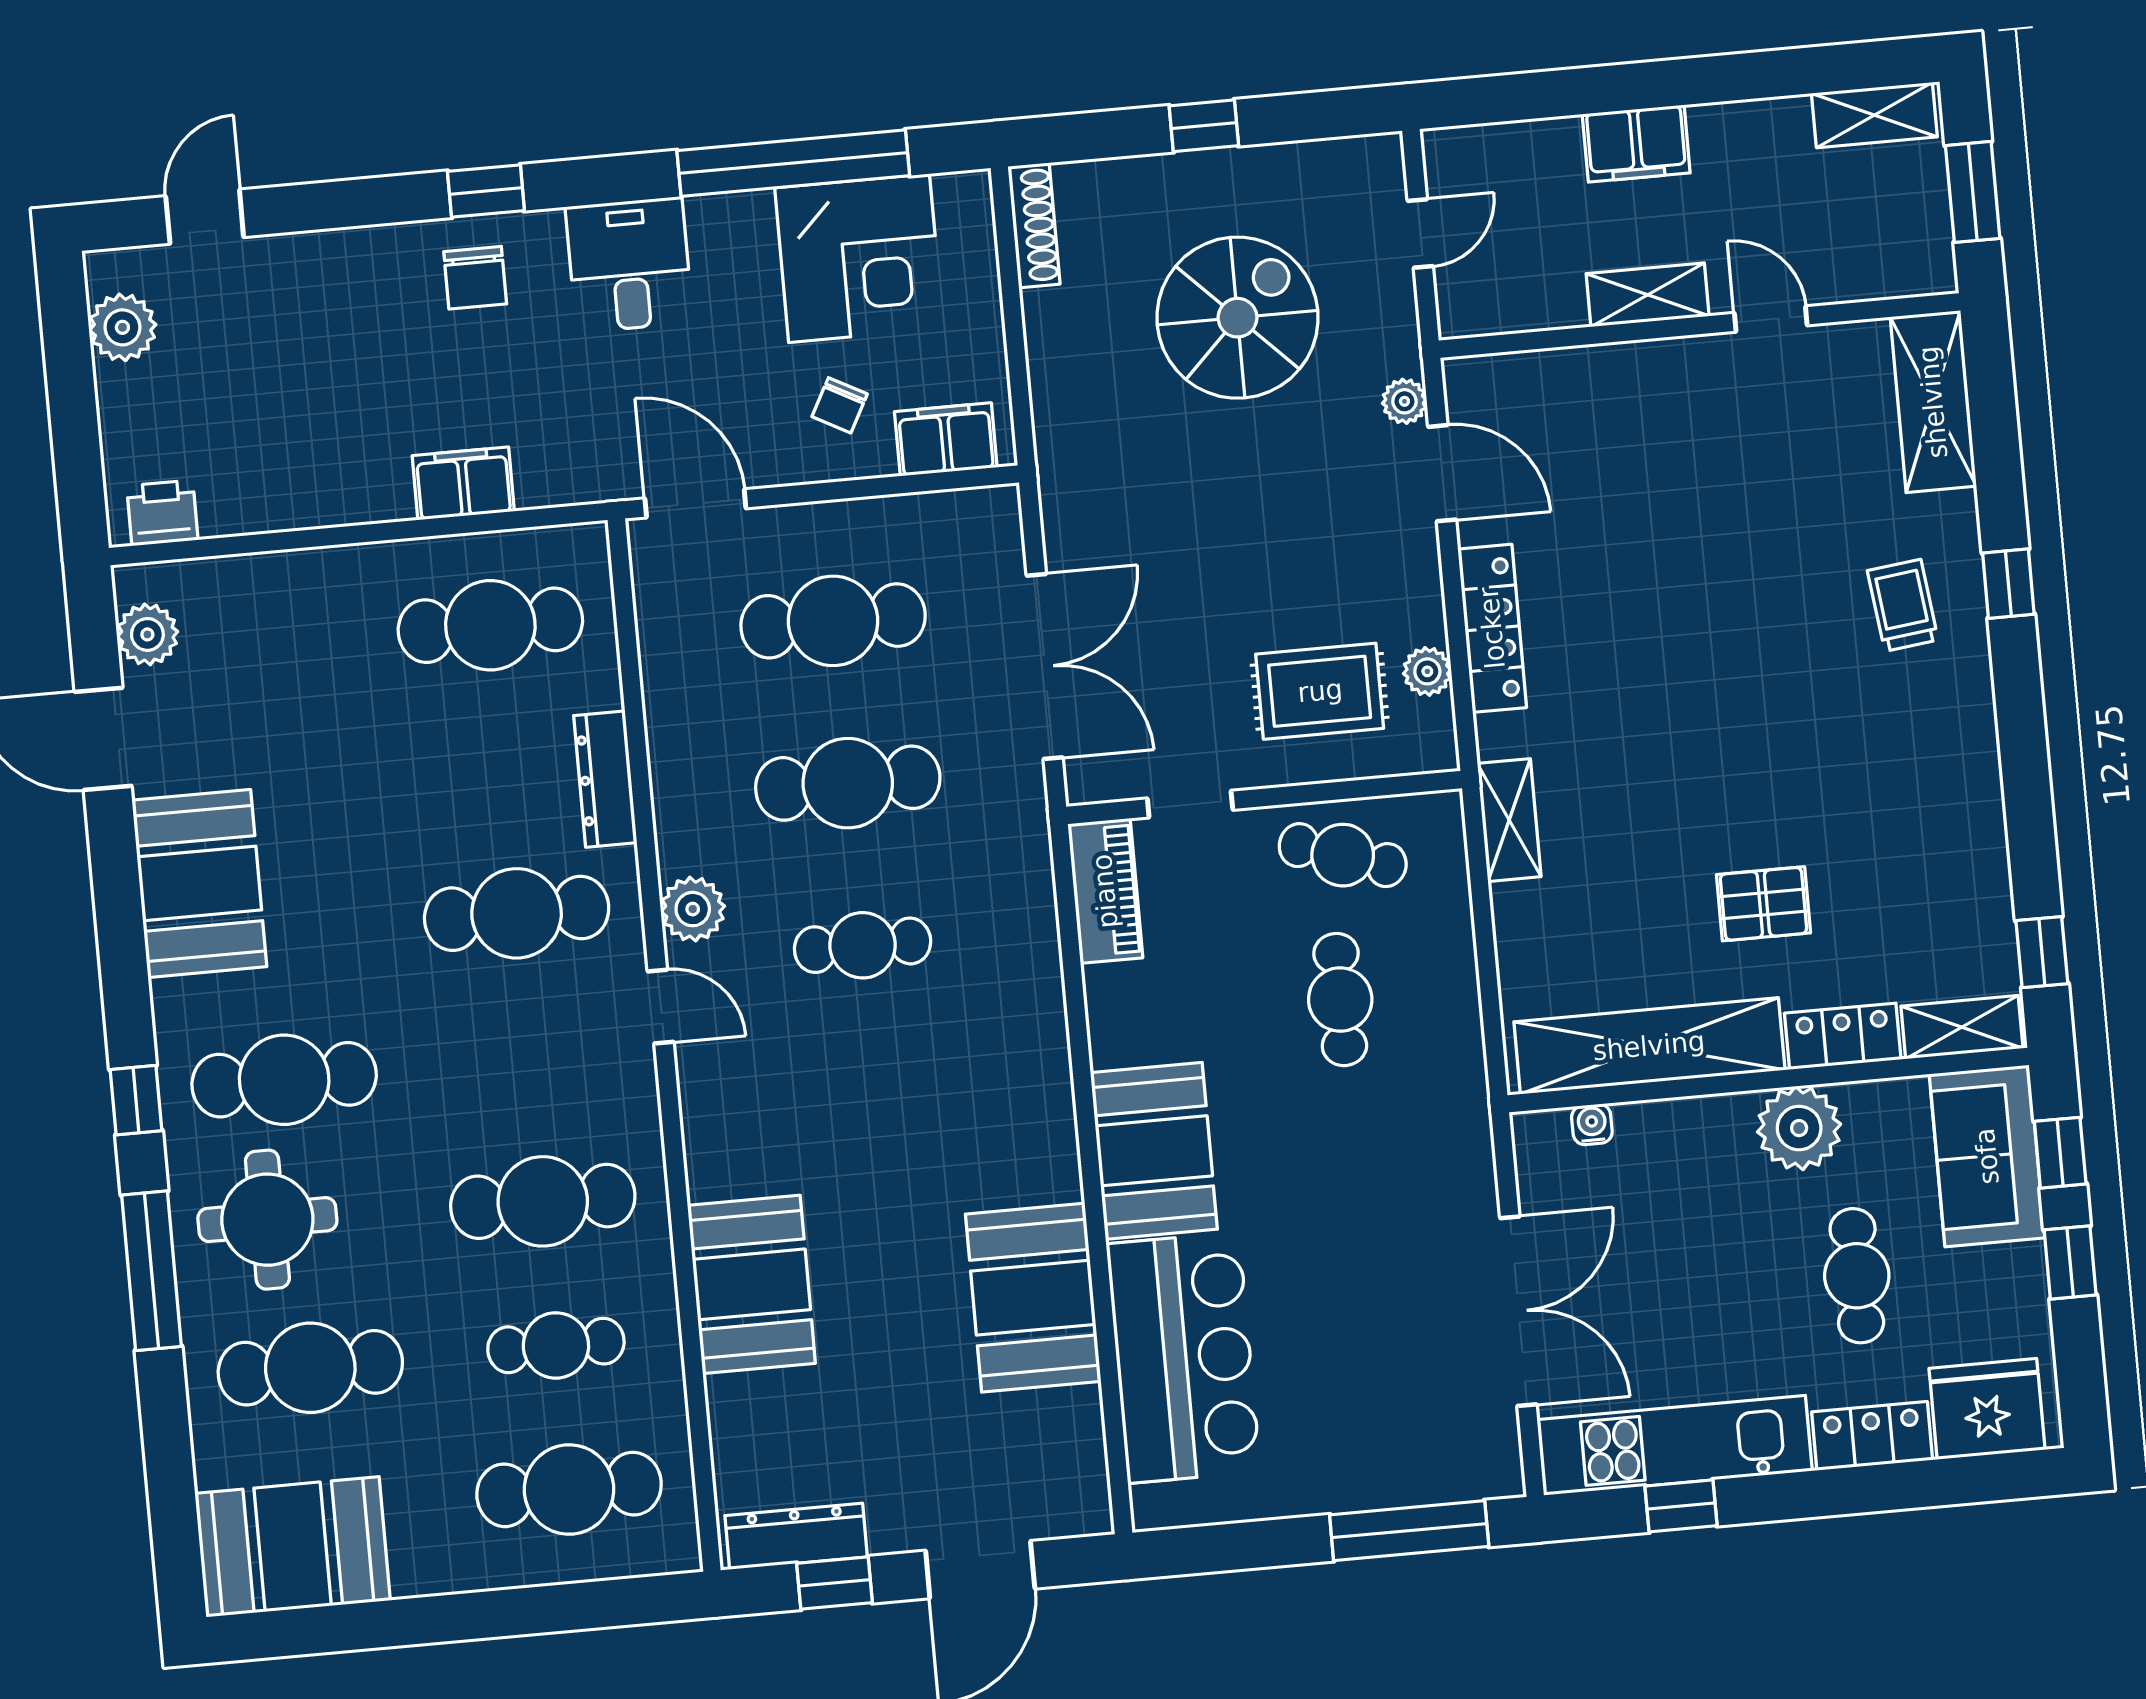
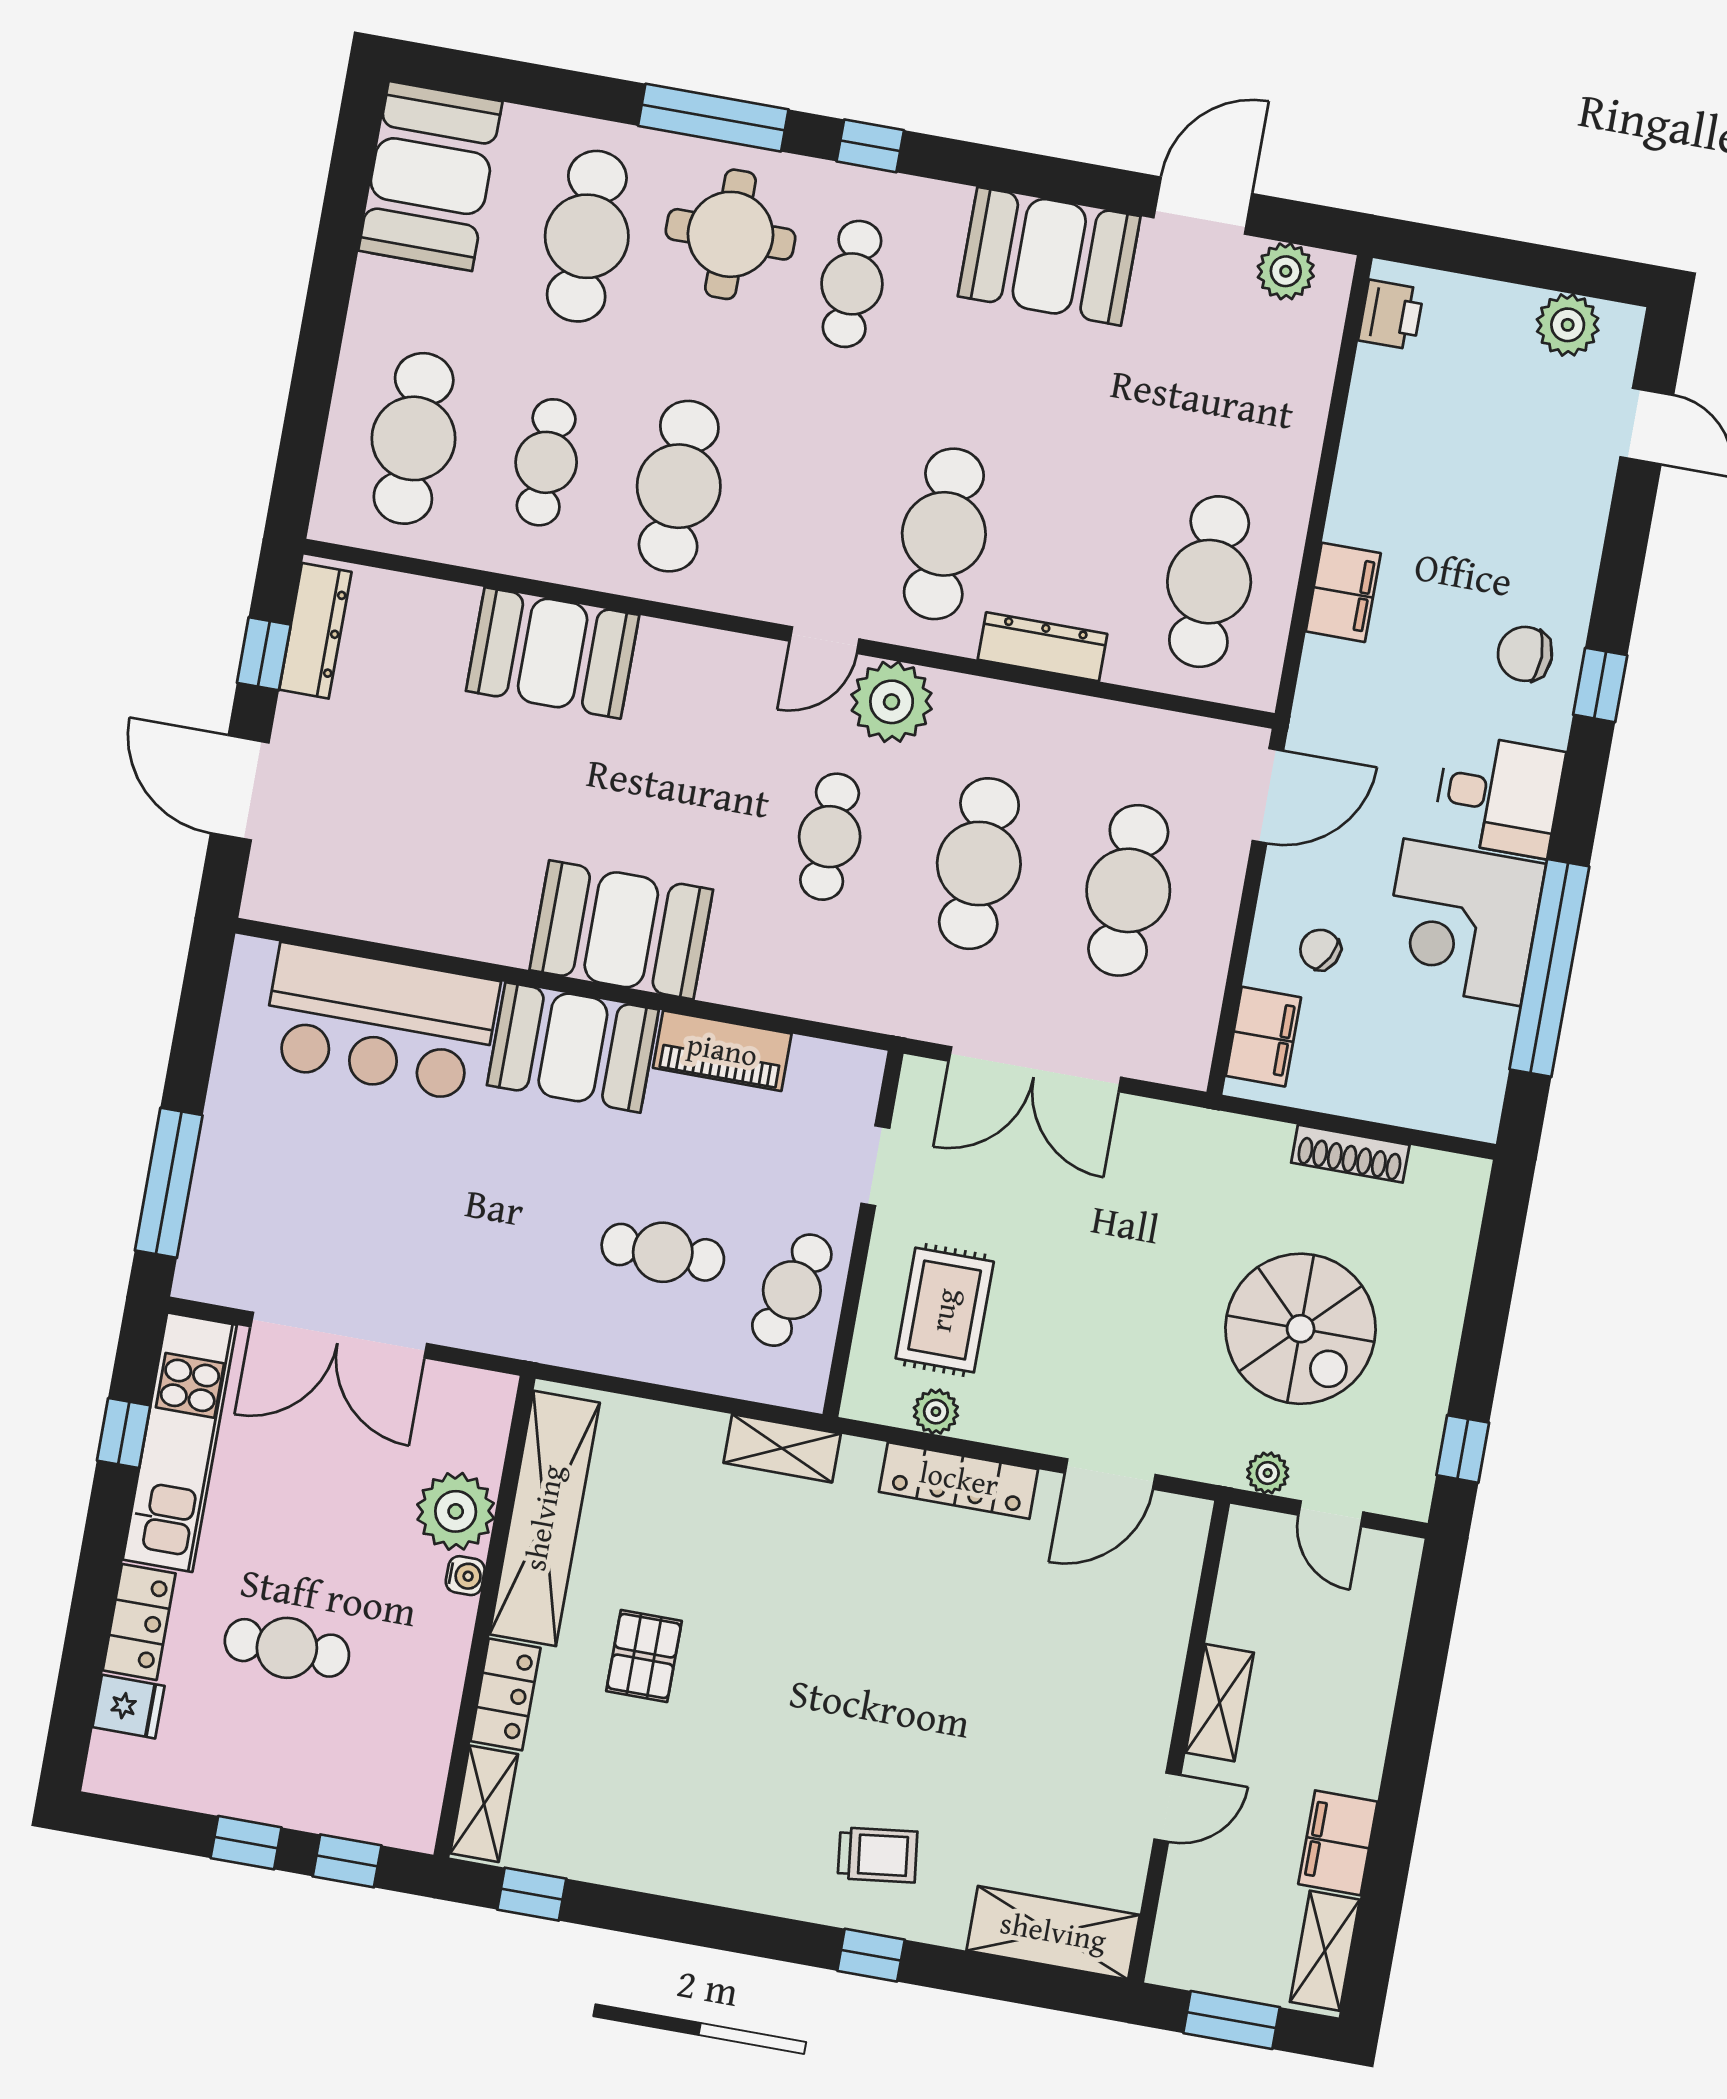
window: (1204, 126) -> (1463, 1449), moved
filing cabinet: (1636, 144) -> (1338, 1843), moved
shoe rack: (1034, 225) -> (1350, 1154), moved
corner desk: (859, 258) -> (1462, 922), moved
plant: (1404, 401) -> (1268, 1473), moved
piano: (1105, 891) -> (722, 1051), moved
plant: (693, 909) -> (892, 702), width x1.36, depth x1.36
cafe table: (284, 1080) -> (852, 284), width x0.73, depth x0.74
water cooler: (1592, 1124) -> (465, 1576), moved
plant: (1799, 1128) -> (456, 1511), moved
sofa: (1987, 1156) -> (362, 1794), removed
booth: (1033, 1298) -> (621, 930), moved
fridge: (1987, 1409) -> (129, 1707), width x0.53, depth x0.75

